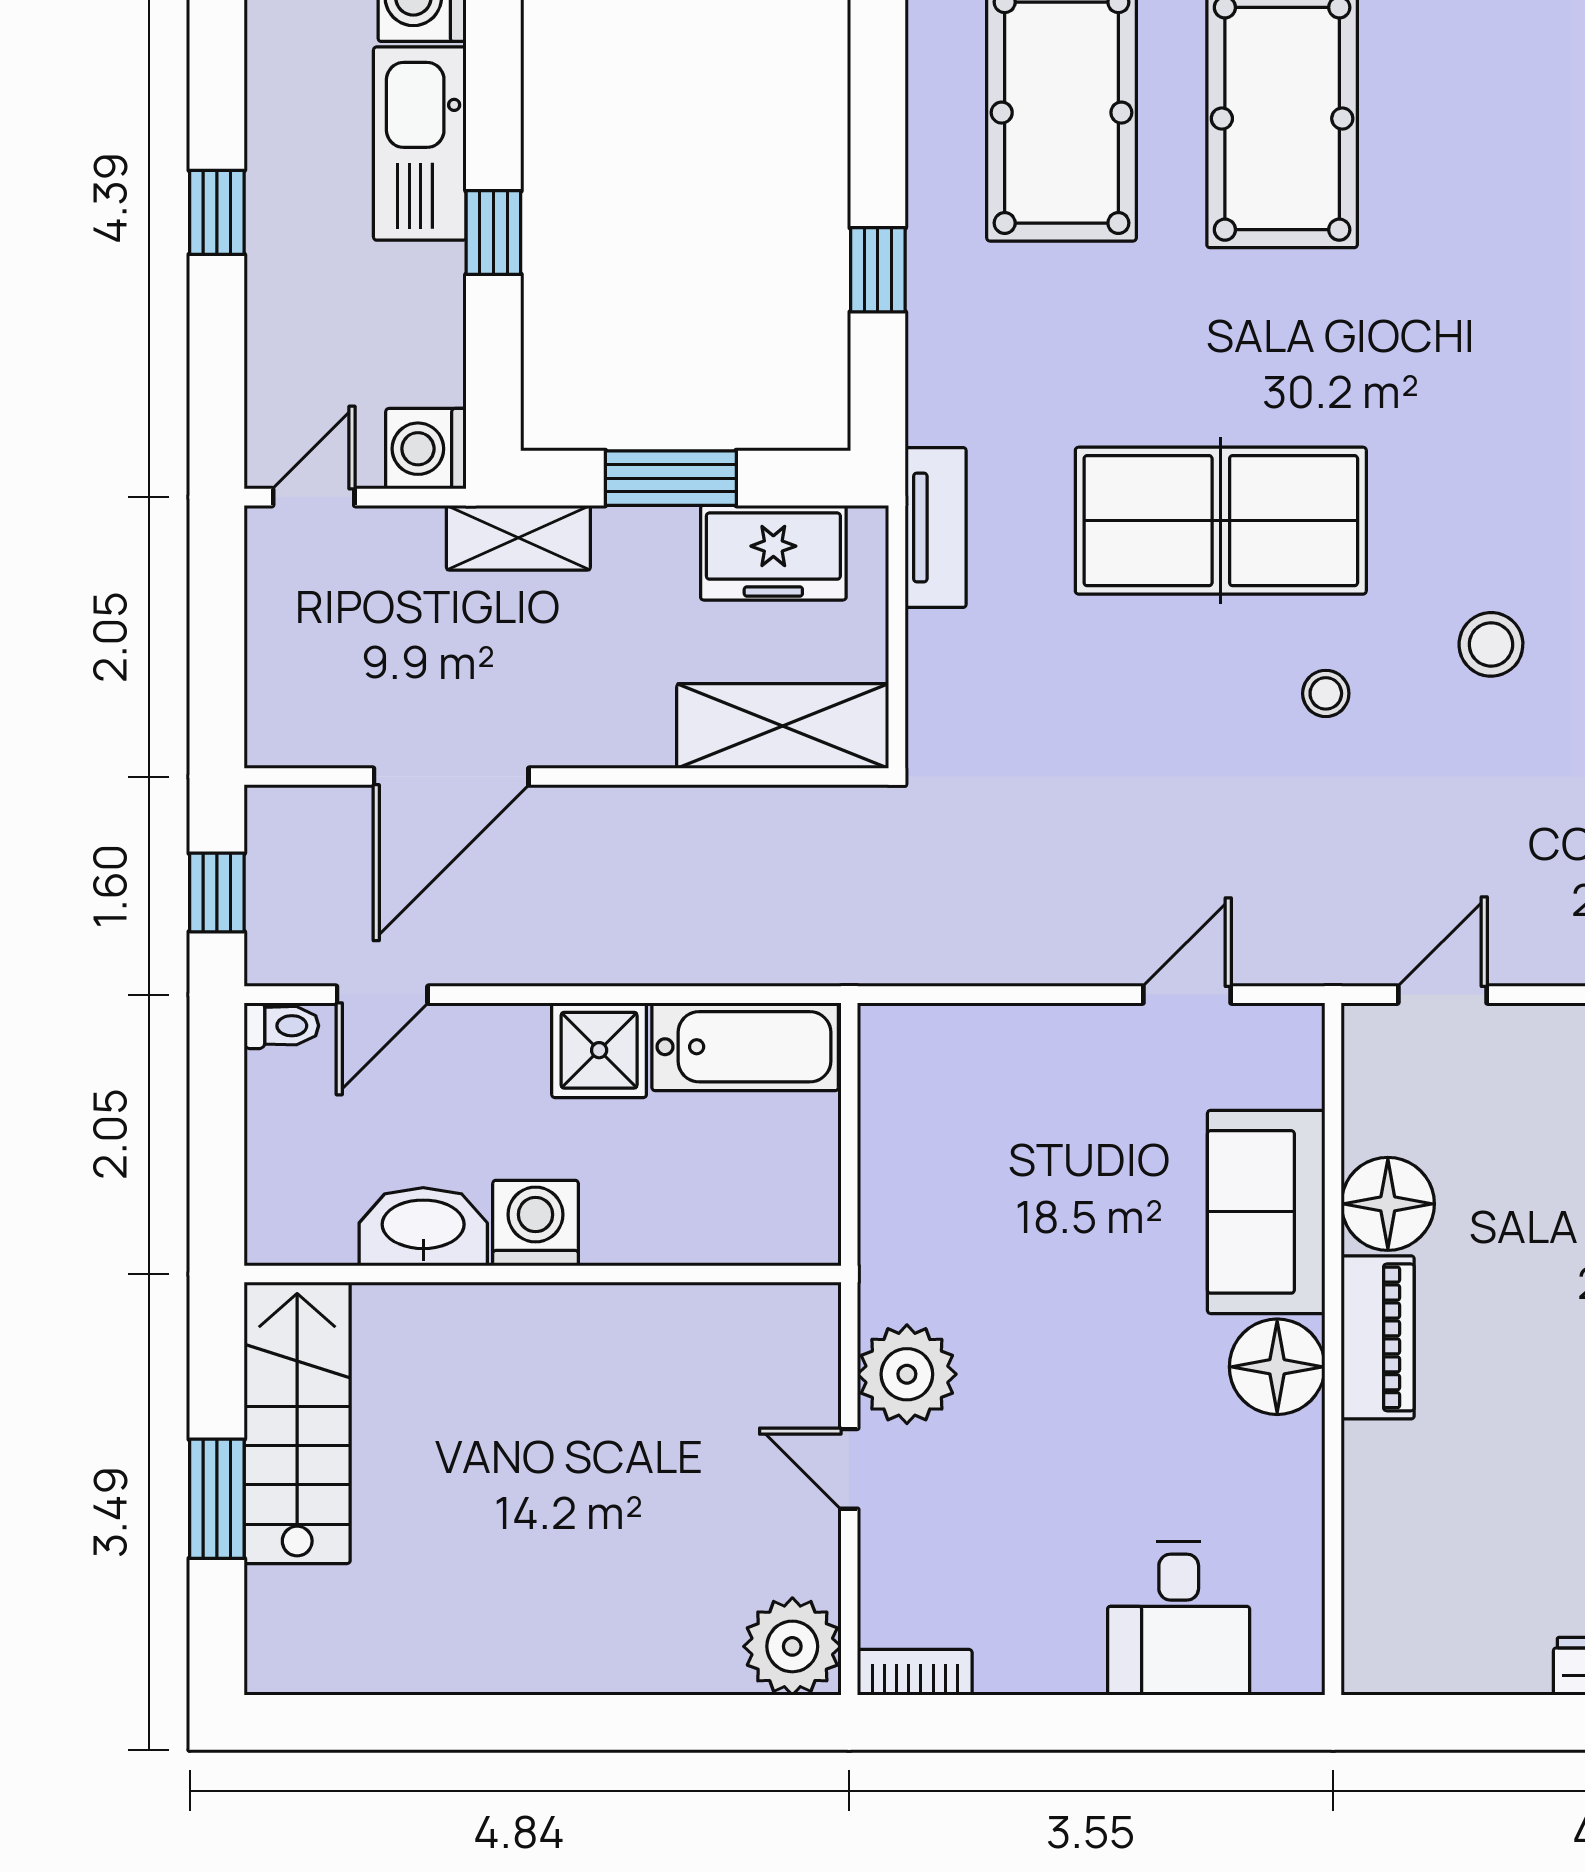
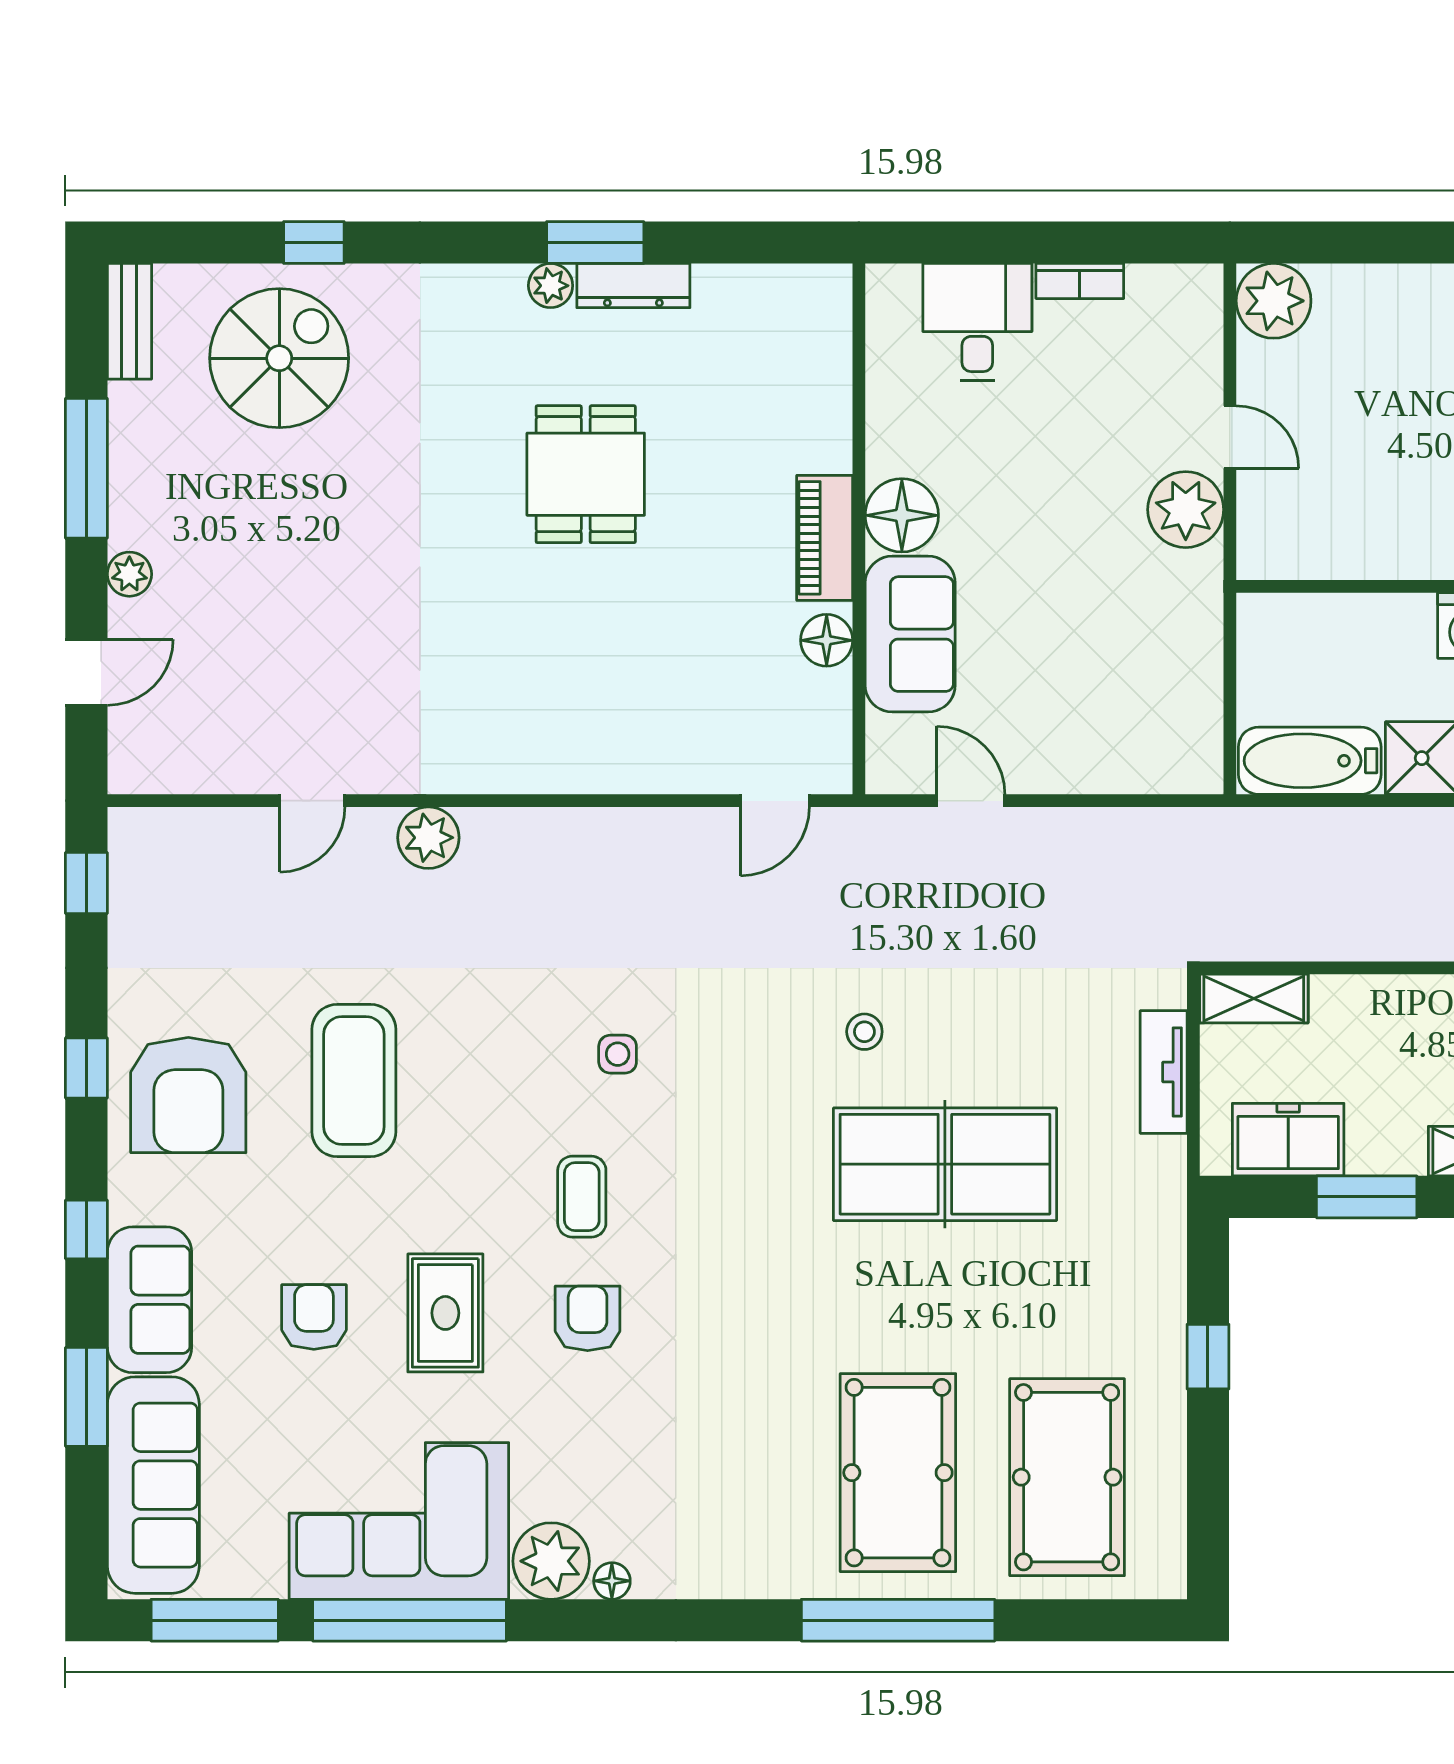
tv unit: (936, 527) -> (1164, 1072), moved
stool: (1491, 644) -> (738, 1069), removed
shelving: (783, 726) -> (1254, 999), width x0.67, depth x0.75
door: (1187, 995) -> (971, 801), swing flipped
floor lamp: (1388, 1204) -> (827, 640), width x0.73, depth x0.73
bookcase: (915, 1672) -> (1080, 281), moved

